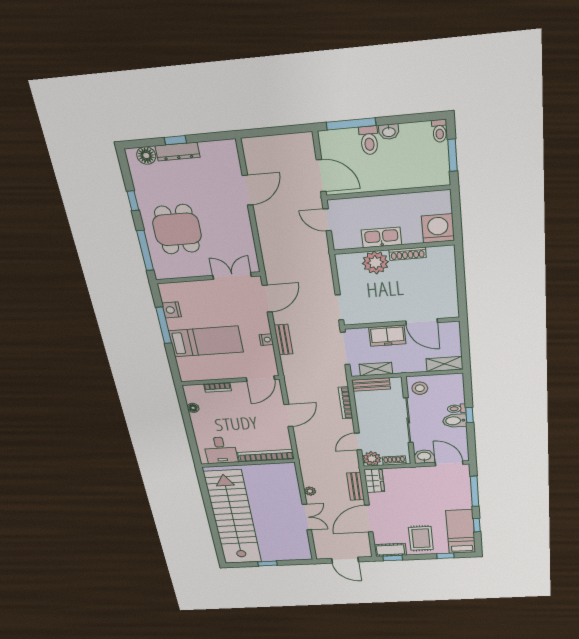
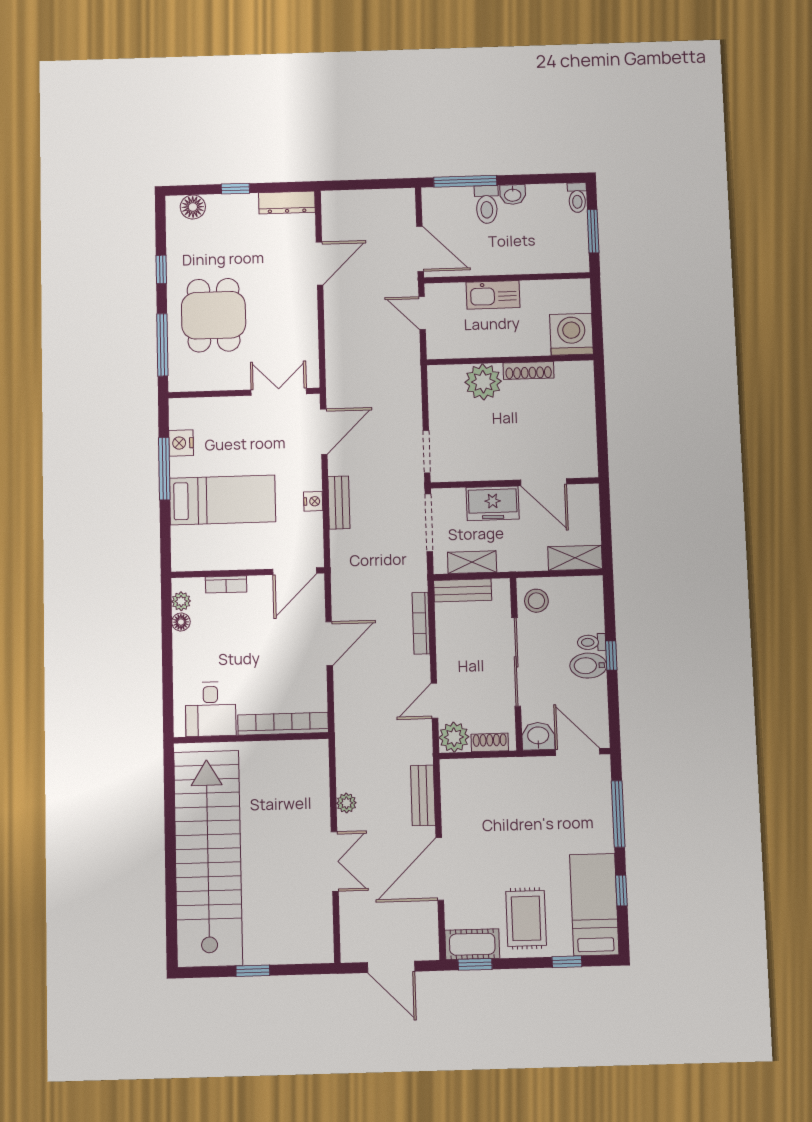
dresser: (178, 152) -> (287, 203), moved
kitchen sink: (381, 237) -> (493, 295), moved, turned 180
plant: (191, 397) -> (181, 601), added
wardrobe: (374, 481) -> (455, 784), removed

